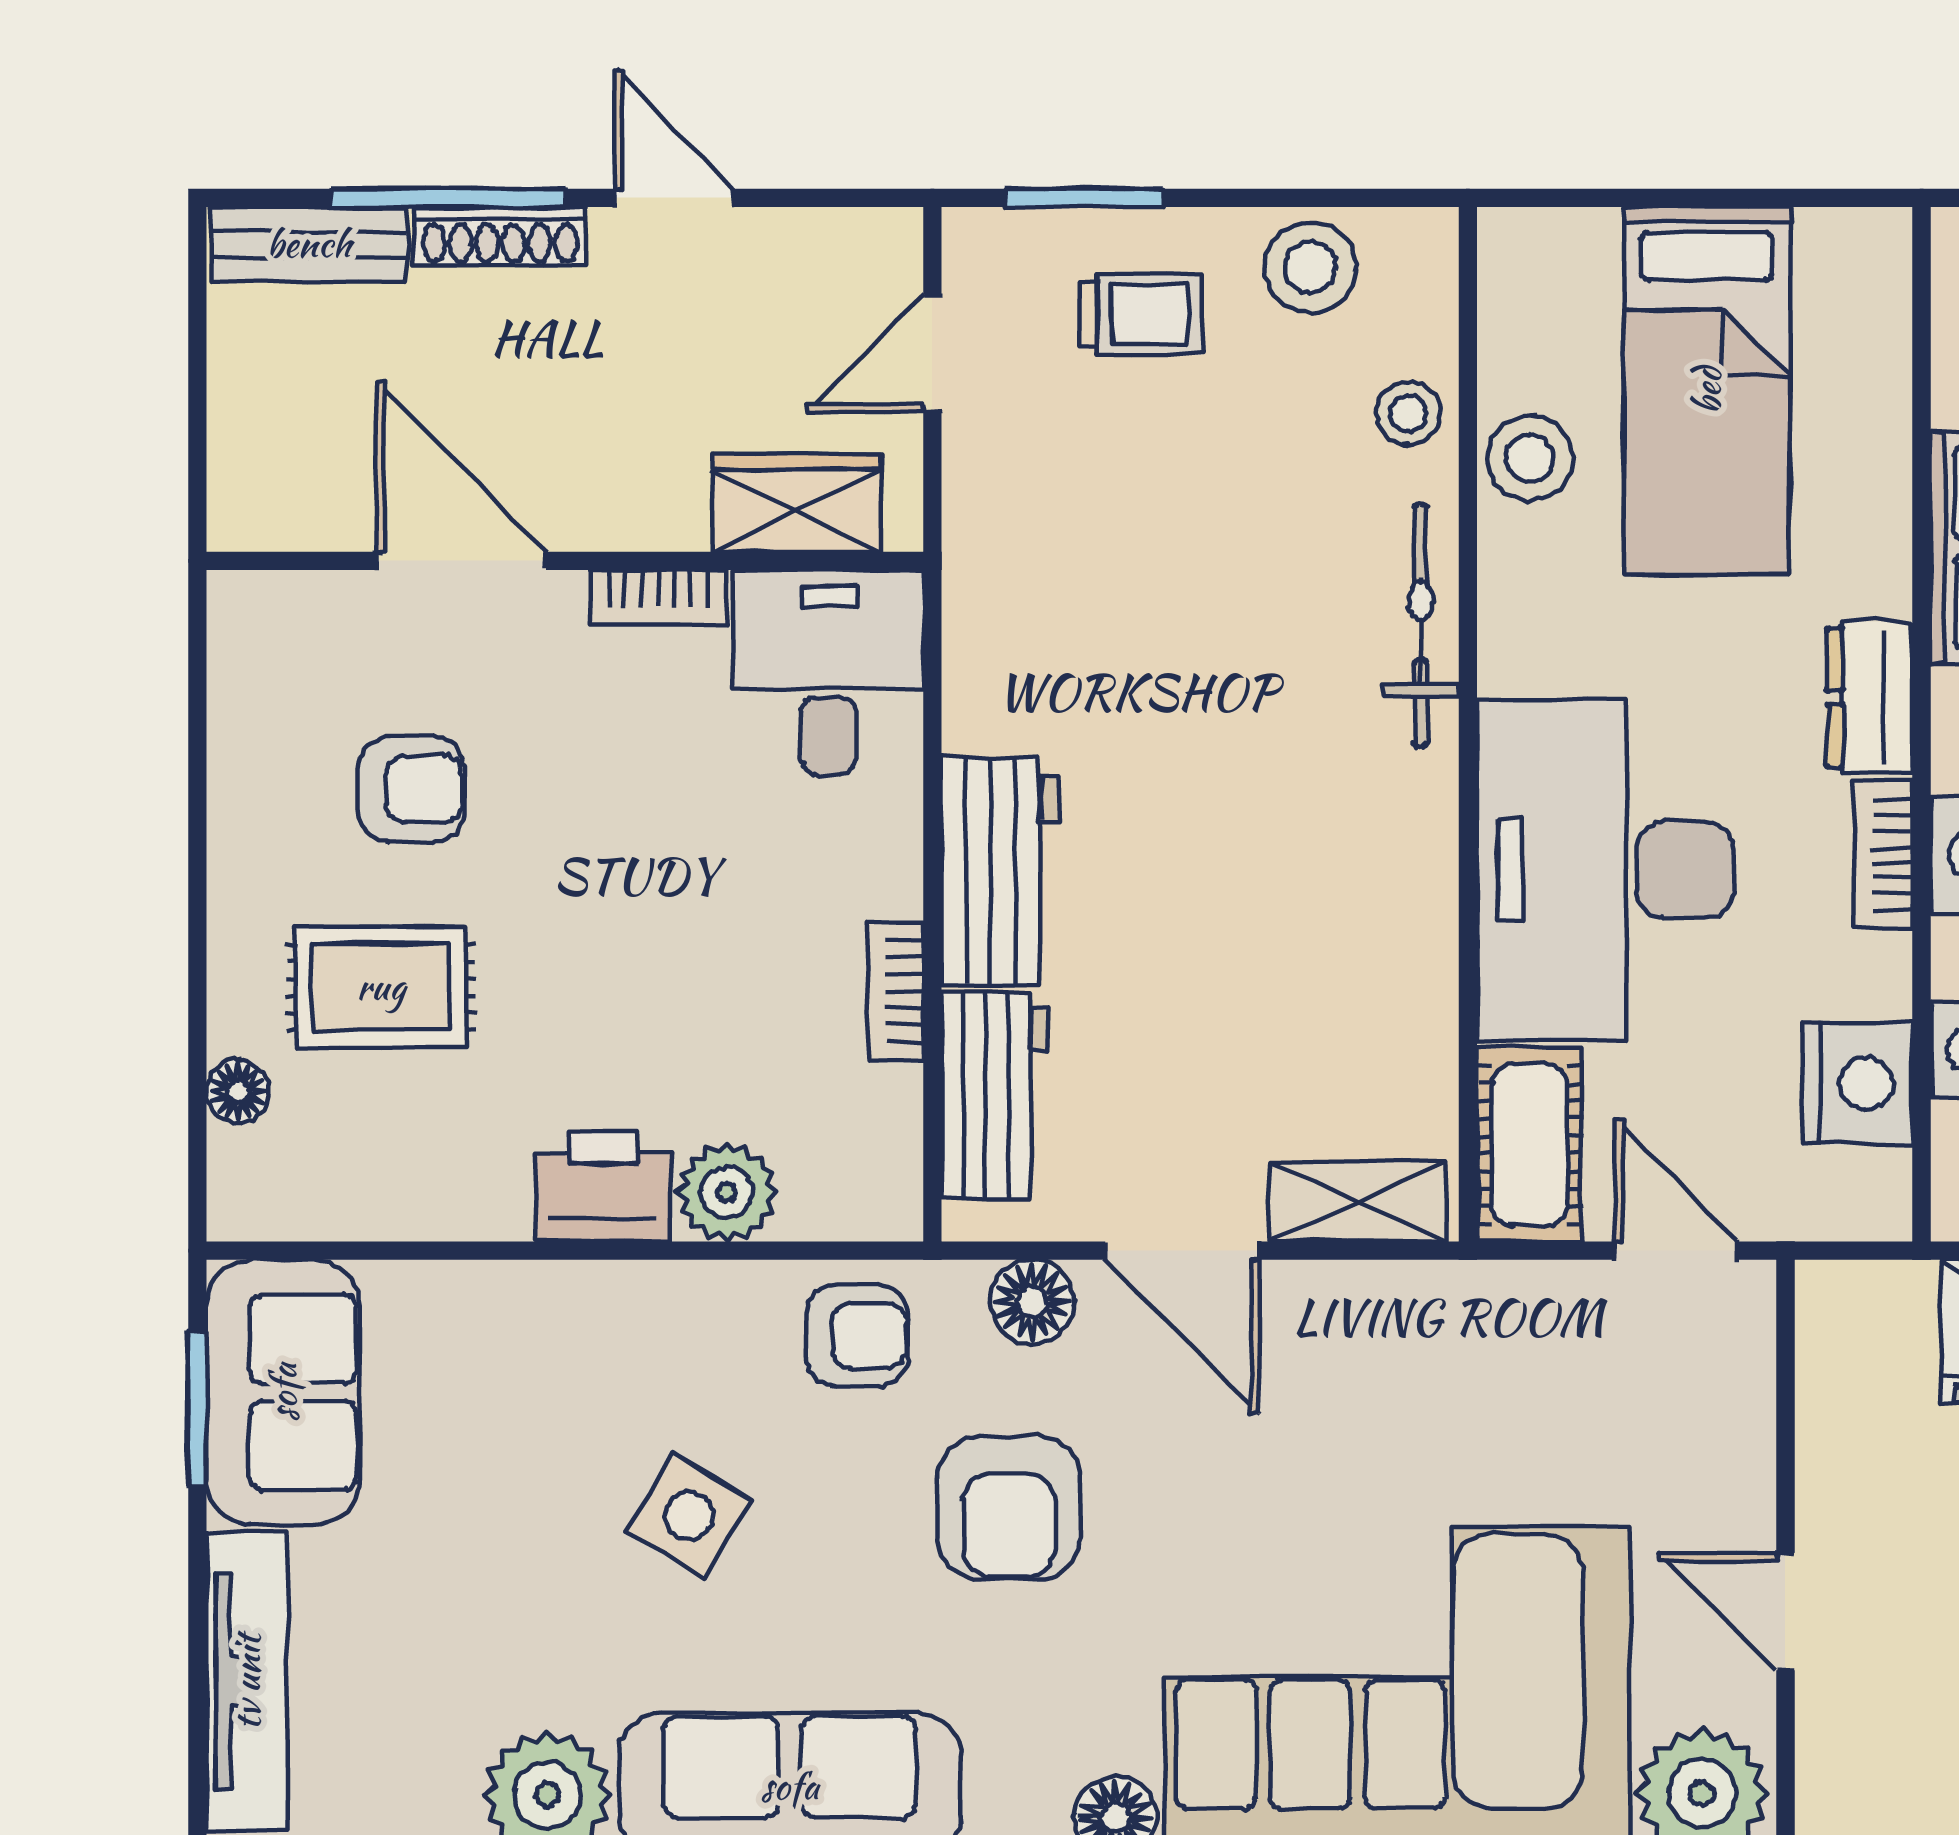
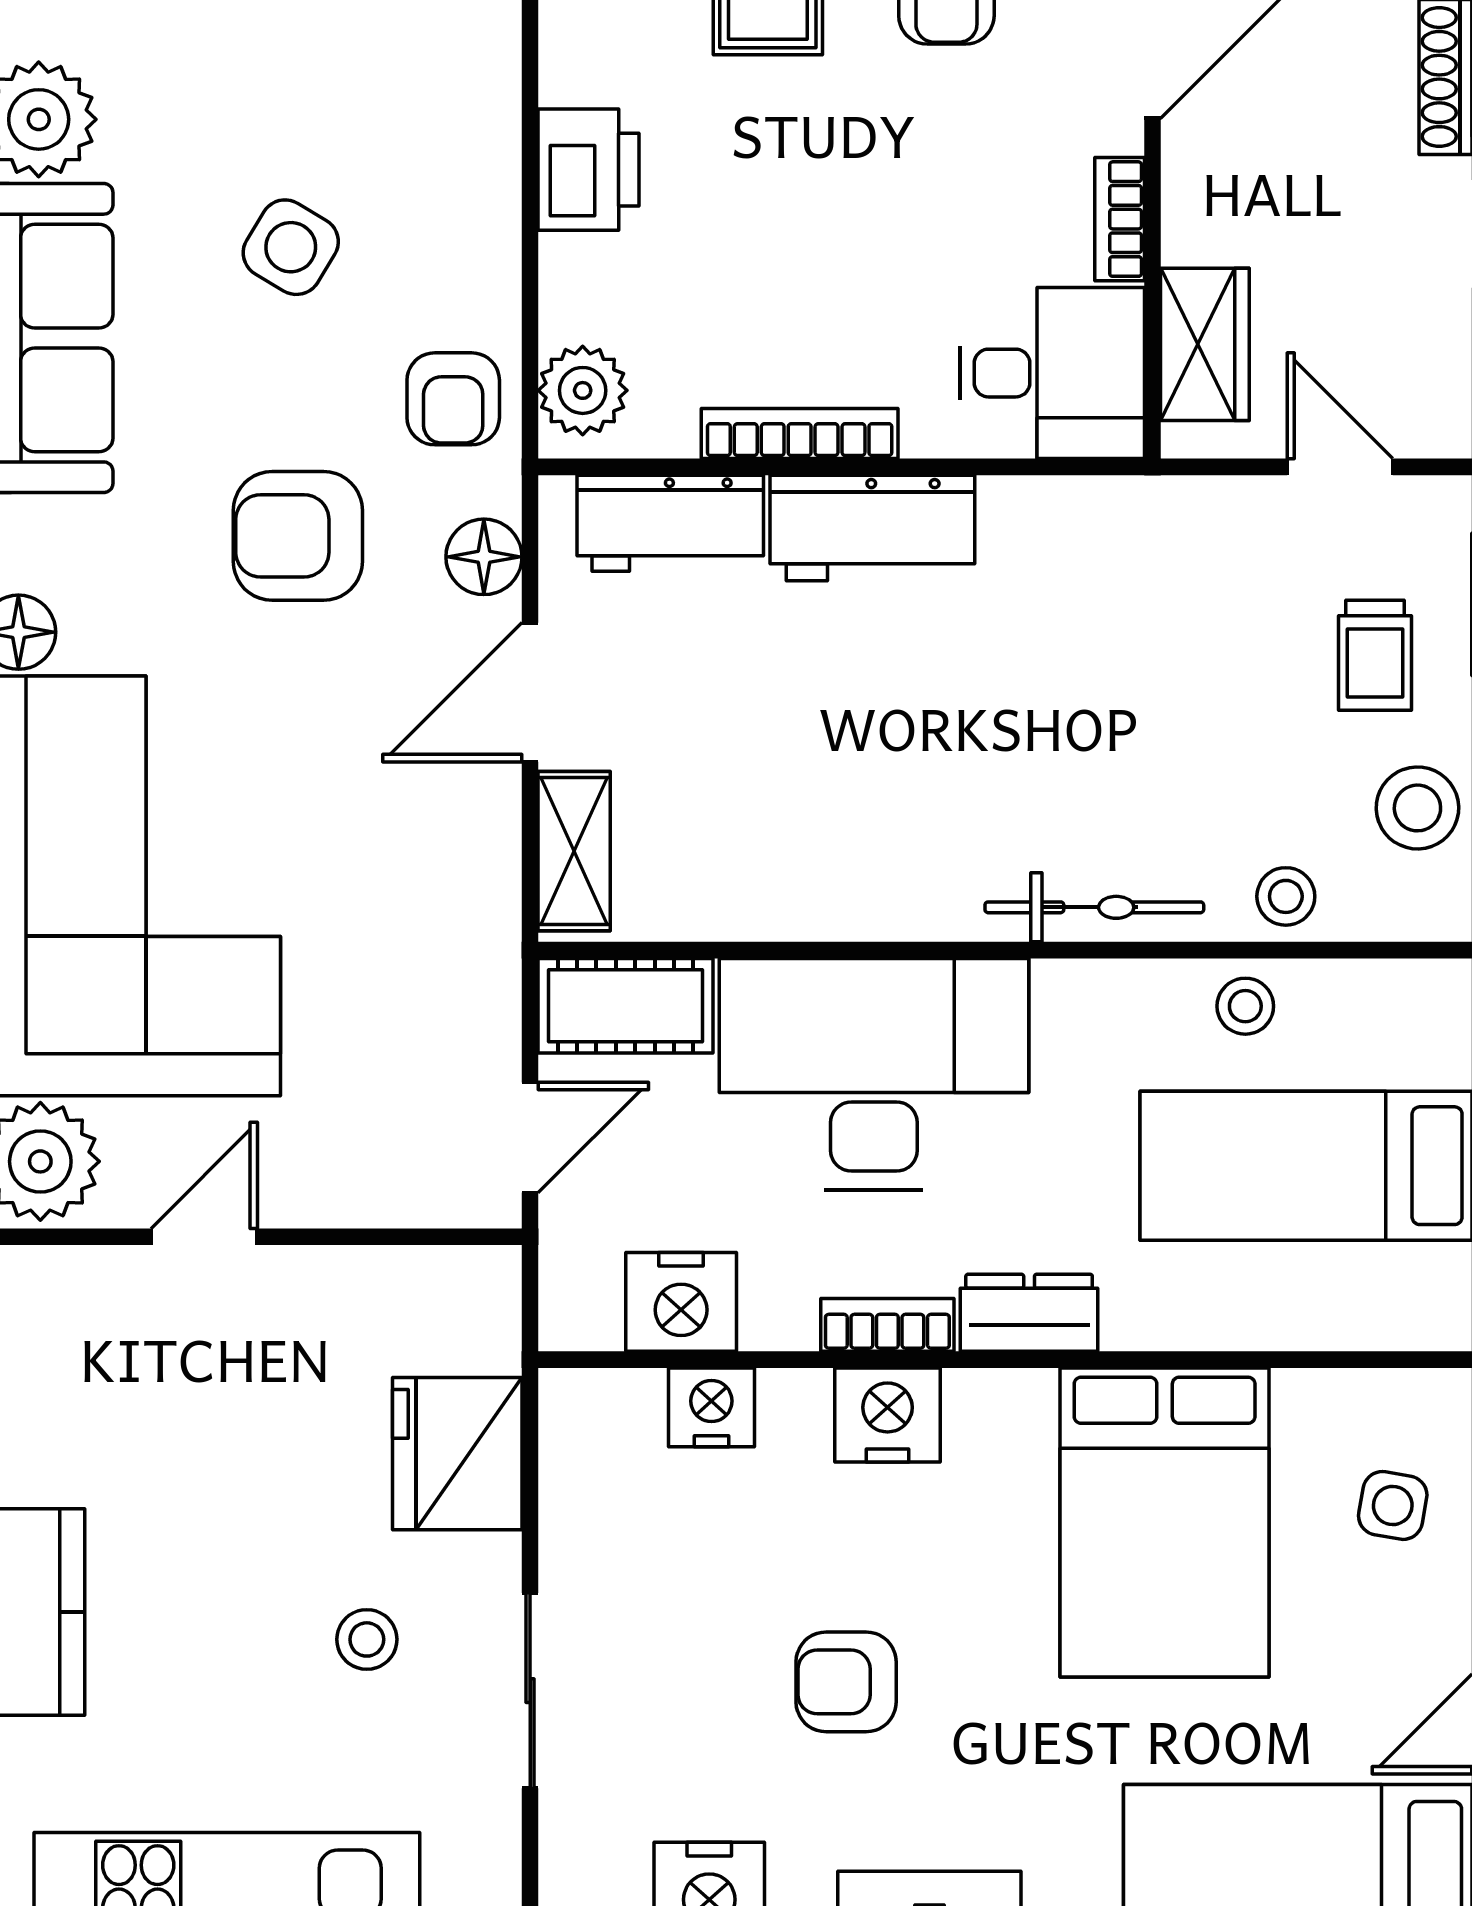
stool: (1530, 458) -> (1245, 1006), width x0.73, depth x0.73
bookcase: (896, 991) -> (800, 434), width x1.56
plant: (727, 1192) -> (583, 390), moved

